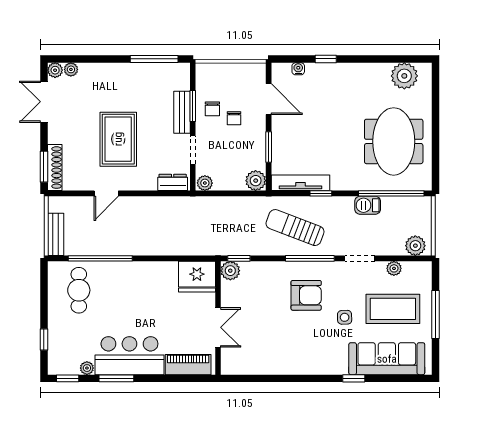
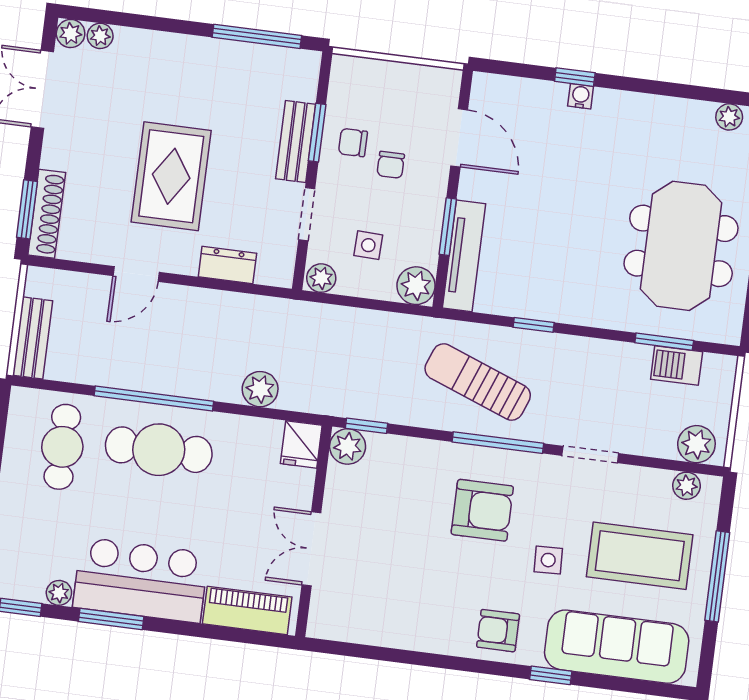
water cooler: (298, 69) -> (581, 96), moved
plant: (404, 76) -> (729, 117), width x0.53, depth x0.53
chair: (212, 109) -> (353, 143), turned 90
side table: (228, 162) -> (368, 245), added
dresser: (173, 182) -> (227, 265), moved
tv unit: (300, 183) -> (464, 256), moved, turned 90
window: (391, 193) -> (664, 342), width x0.47
barbecue: (368, 205) -> (677, 365), moved
plant: (180, 246) -> (260, 389), added
window: (100, 258) -> (154, 399), moved
plant: (394, 268) -> (687, 486), moved
fridge: (197, 277) -> (301, 444), width x0.53, depth x0.75
cafe table: (130, 285) -> (159, 450), added
double door: (218, 327) -> (311, 549), swing flipped
armchair: (323, 358) -> (498, 631), added

